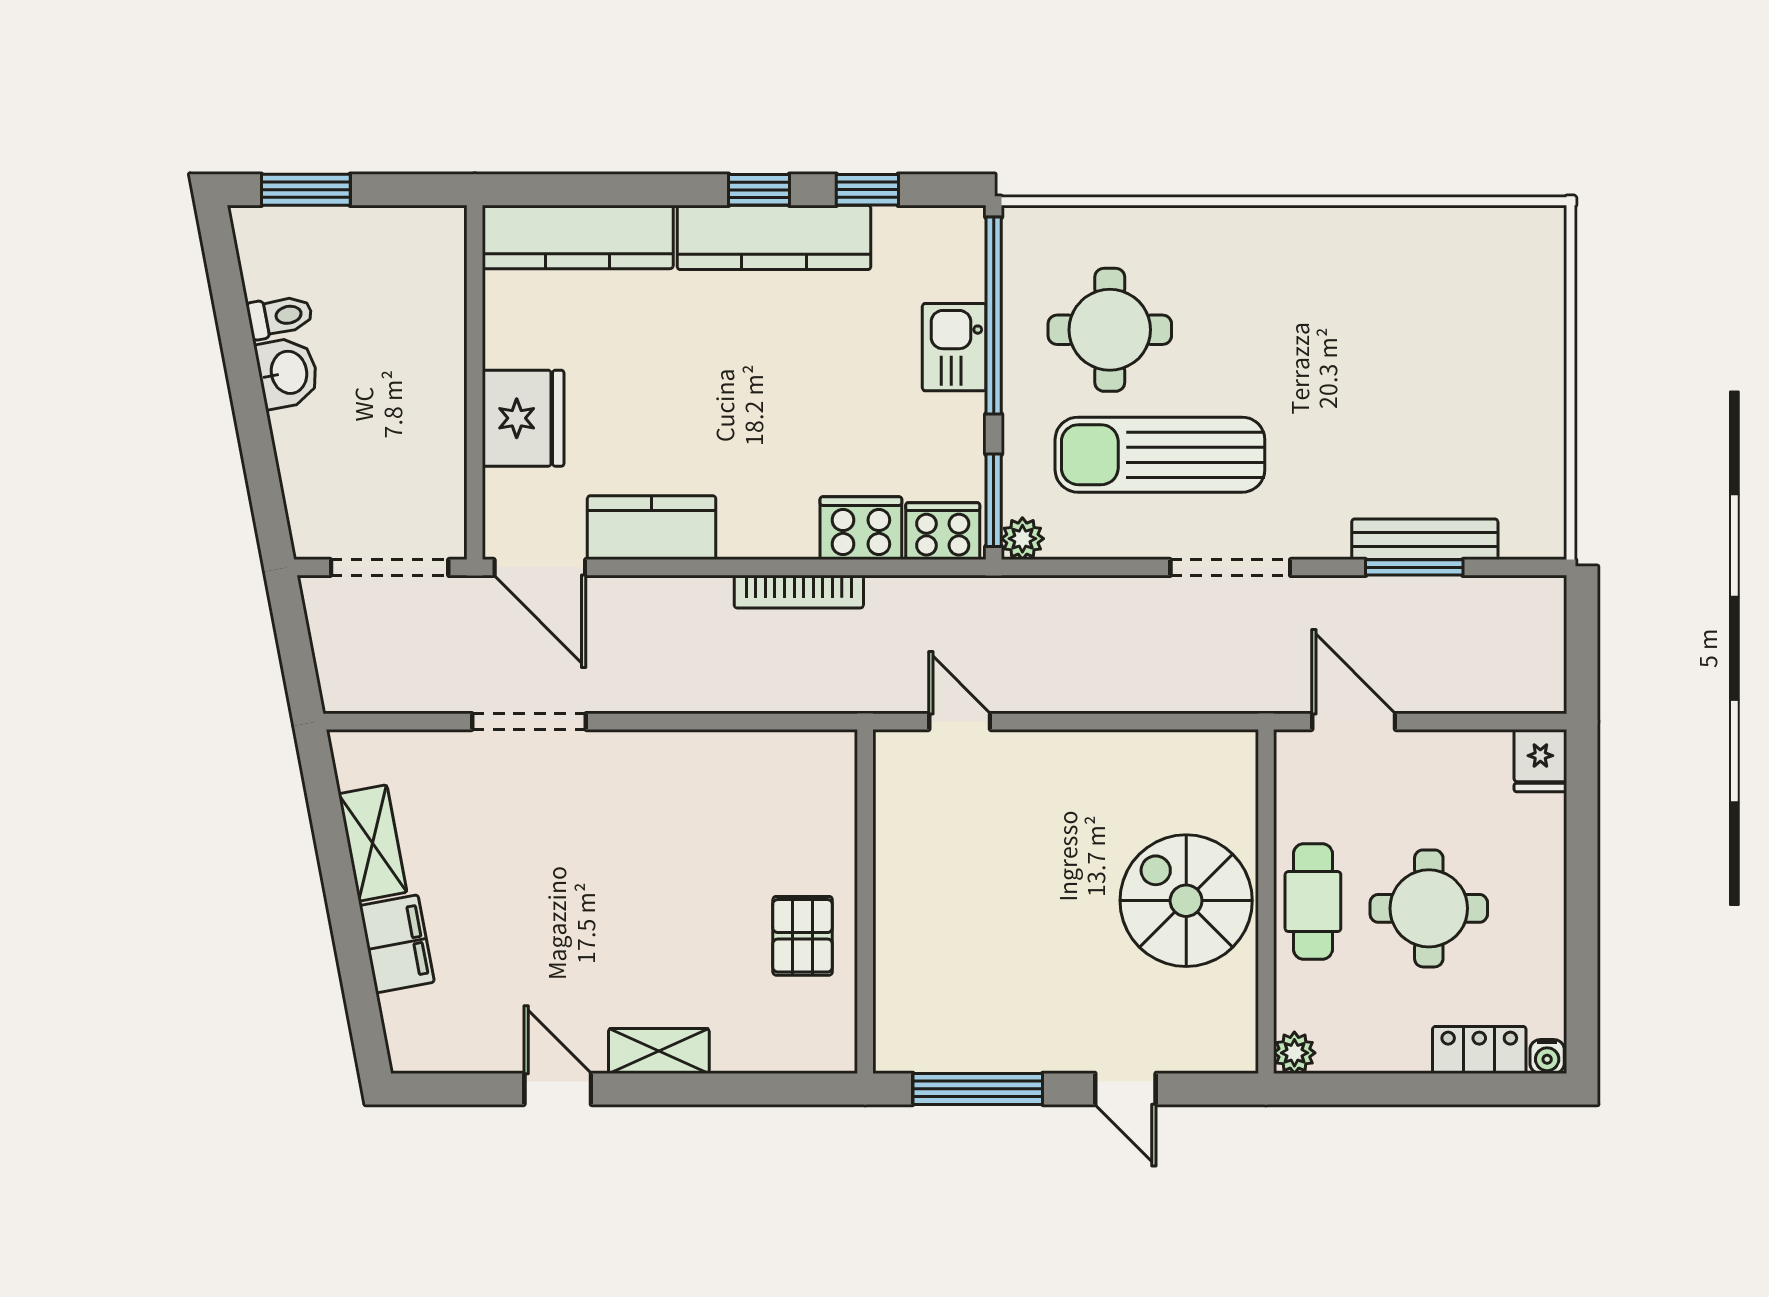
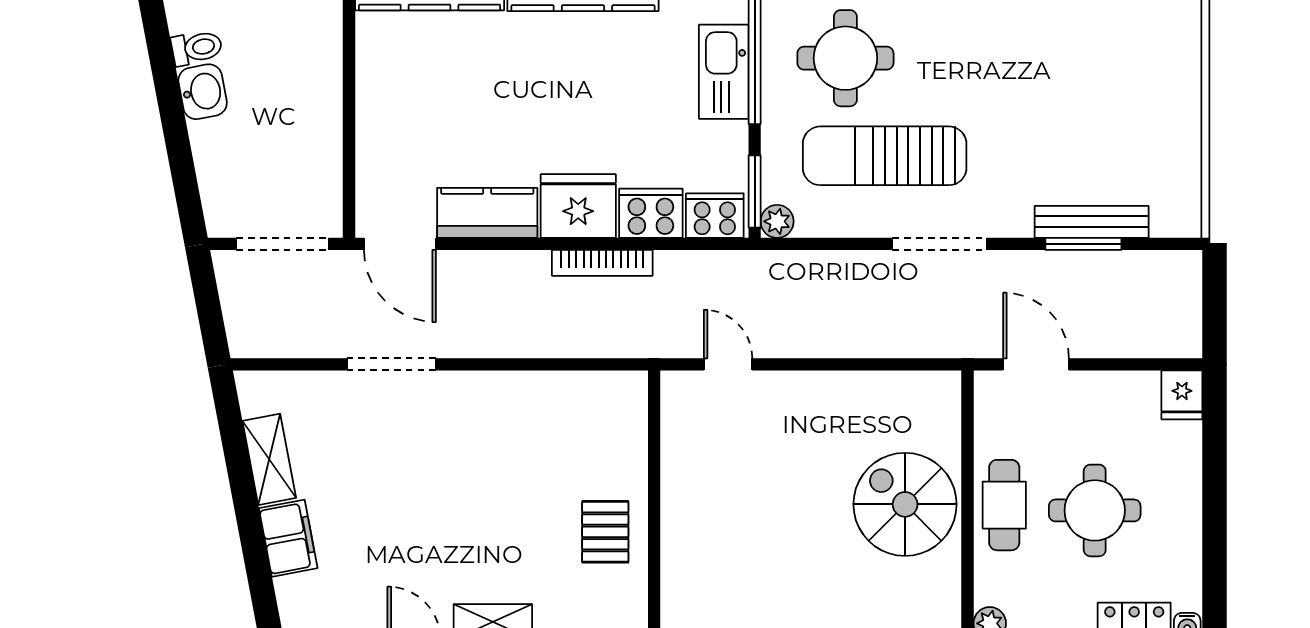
kitchen sink: (954, 347) -> (724, 72), width x1.38
fridge: (523, 418) -> (578, 206), moved, turned -90

